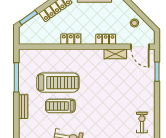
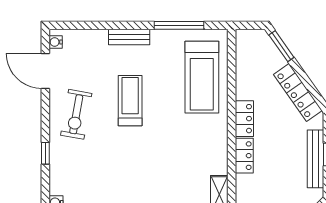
locker: (106, 39) -> (244, 156), moved
treadmill: (58, 83) -> (202, 77), moved

